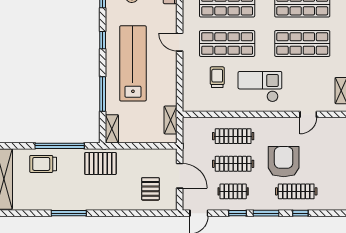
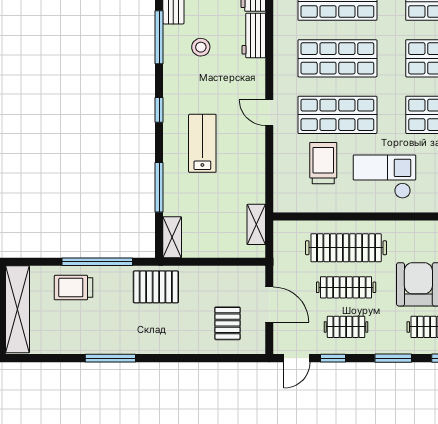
lab bench: (133, 63) -> (202, 143), width x0.54, depth x0.72
trolley: (217, 77) -> (323, 163), width x1.36, depth x1.39
clothes rail: (233, 136) -> (346, 248), width x1.37, depth x1.31
window: (238, 213) -> (333, 358), moved

